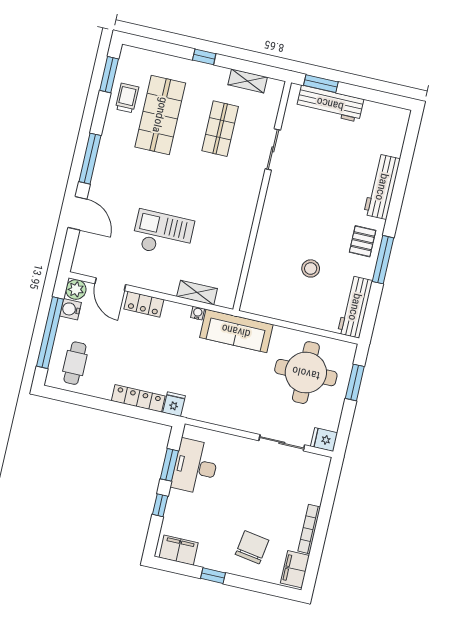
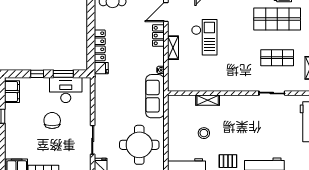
shelving: (261, 251) -> (208, 100), added
shelving: (197, 293) -> (173, 48), moved
chair: (252, 547) -> (52, 121), moved, turned -99

